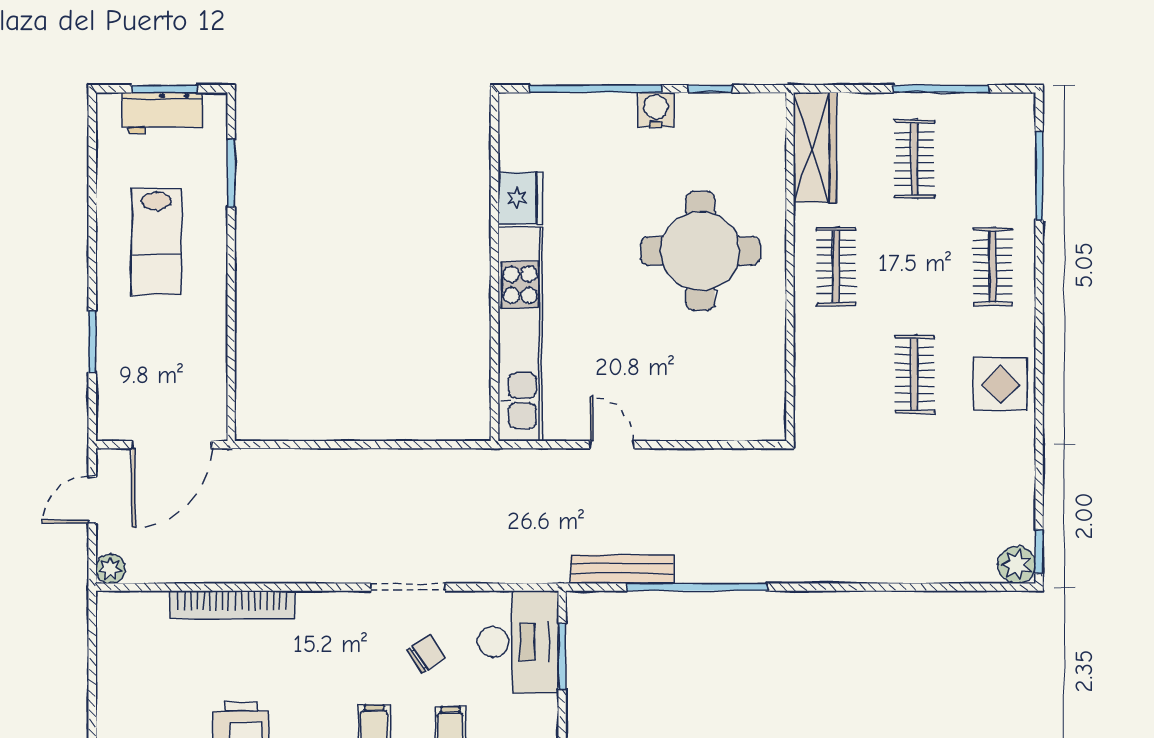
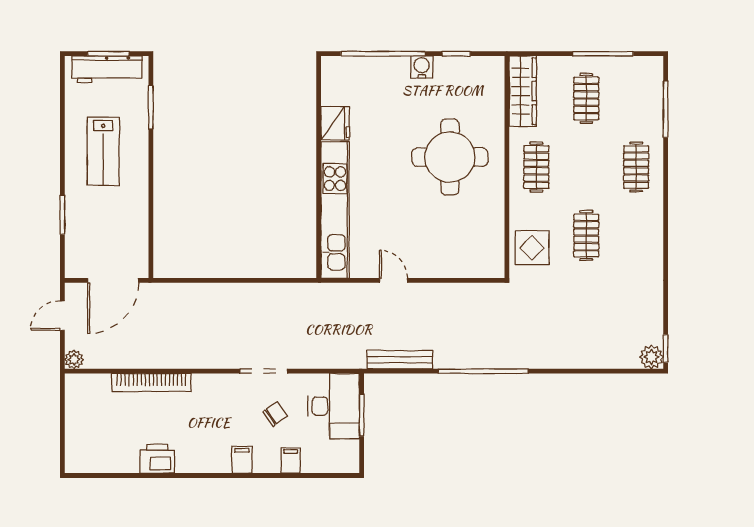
workbench: (162, 113) -> (107, 69), width x1.38
display table: (1000, 384) -> (532, 248), moved
window: (697, 587) -> (483, 371), moved

